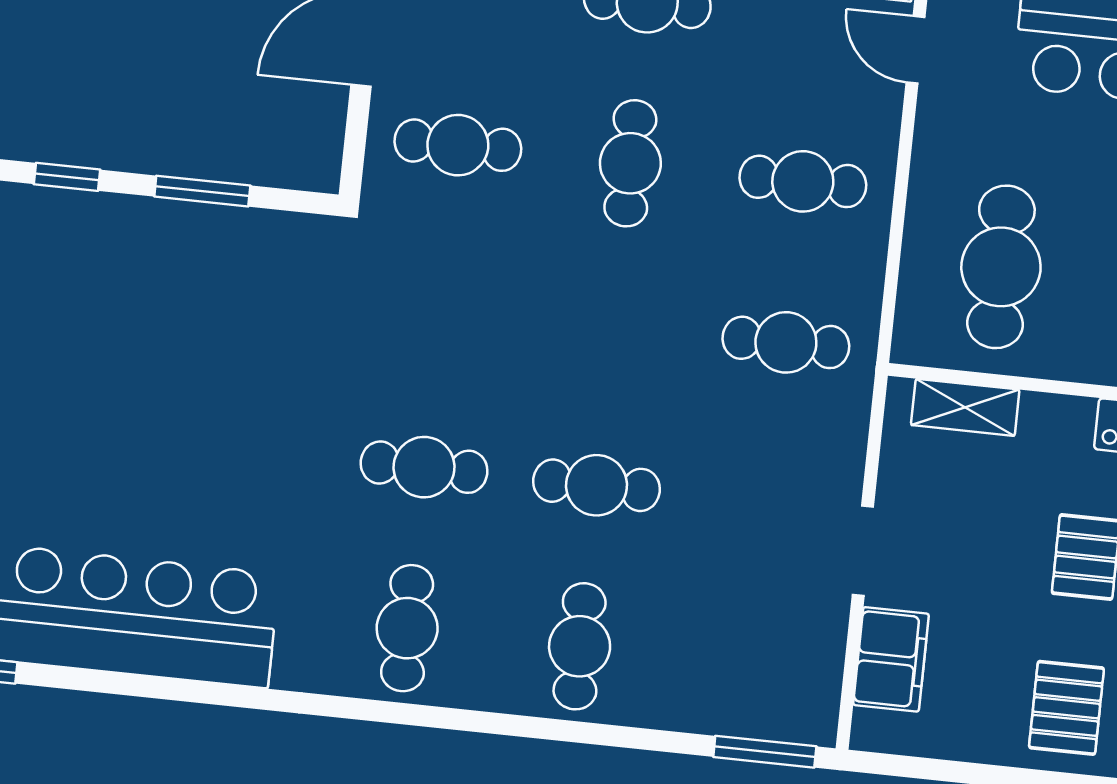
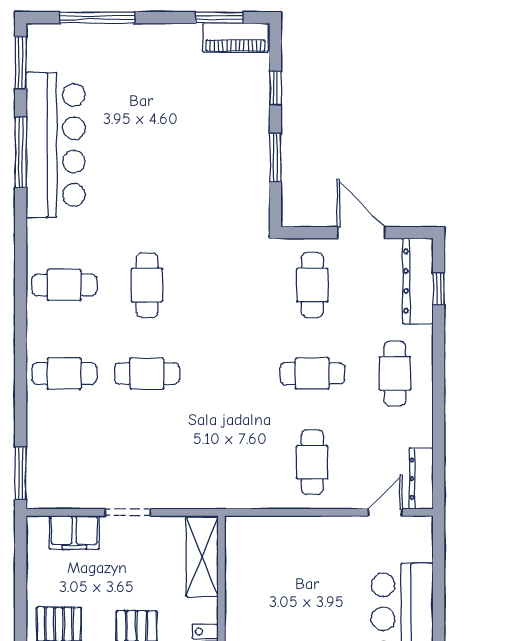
cafe table: (1001, 267) -> (279, 567), removed
cafe table: (786, 342) -> (230, 462), removed
shelving: (965, 407) -> (202, 557), width x1.50, depth x1.33
cafe table: (597, 485) -> (147, 374), turned 90
window: (140, 686) -> (21, 152), added

